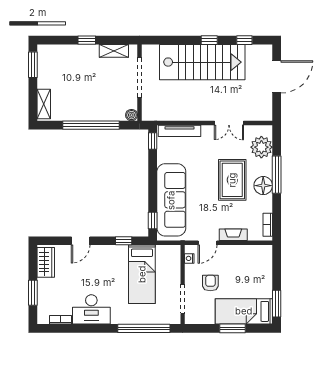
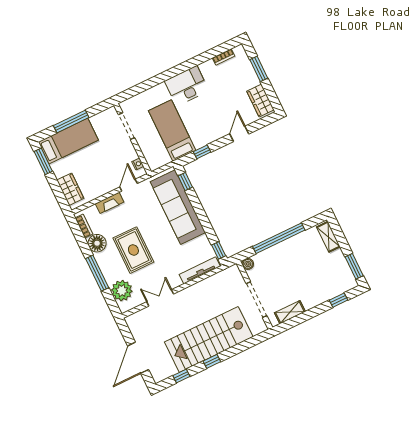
window: (87, 40) -> (339, 300), moved
floor lamp: (263, 186) -> (97, 243), moved
wardrobe: (264, 265) -> (70, 189), added
armchair: (210, 283) -> (109, 152), removed
desk: (91, 309) -> (187, 86), moved
window: (144, 328) -> (148, 84), removed
window: (233, 328) -> (71, 122), width x1.44

